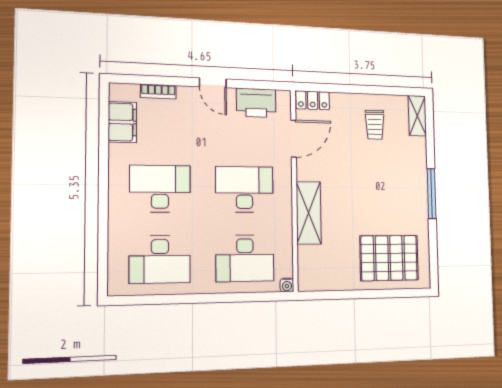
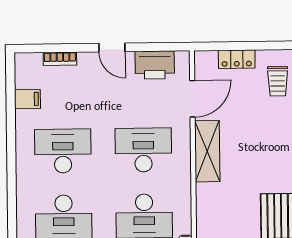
locker: (313, 100) -> (237, 59), moved
filing cabinet: (122, 122) -> (27, 99), width x0.50
shelving: (309, 213) -> (207, 151), moved

